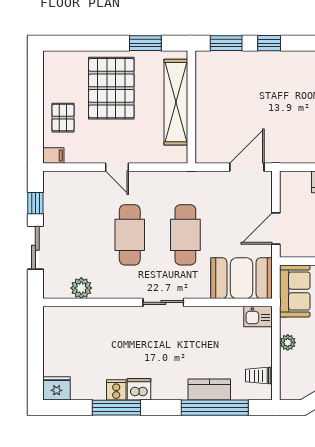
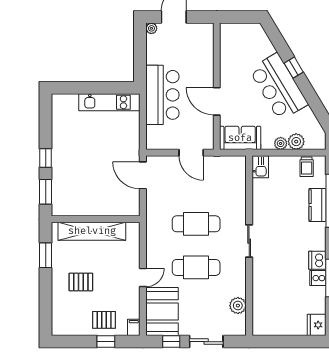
pallet: (111, 88) -> (81, 282), width x0.49, depth x0.50
window: (35, 120) -> (106, 342), added
booth: (242, 278) -> (162, 311), moved
plant: (290, 362) -> (296, 142), added

